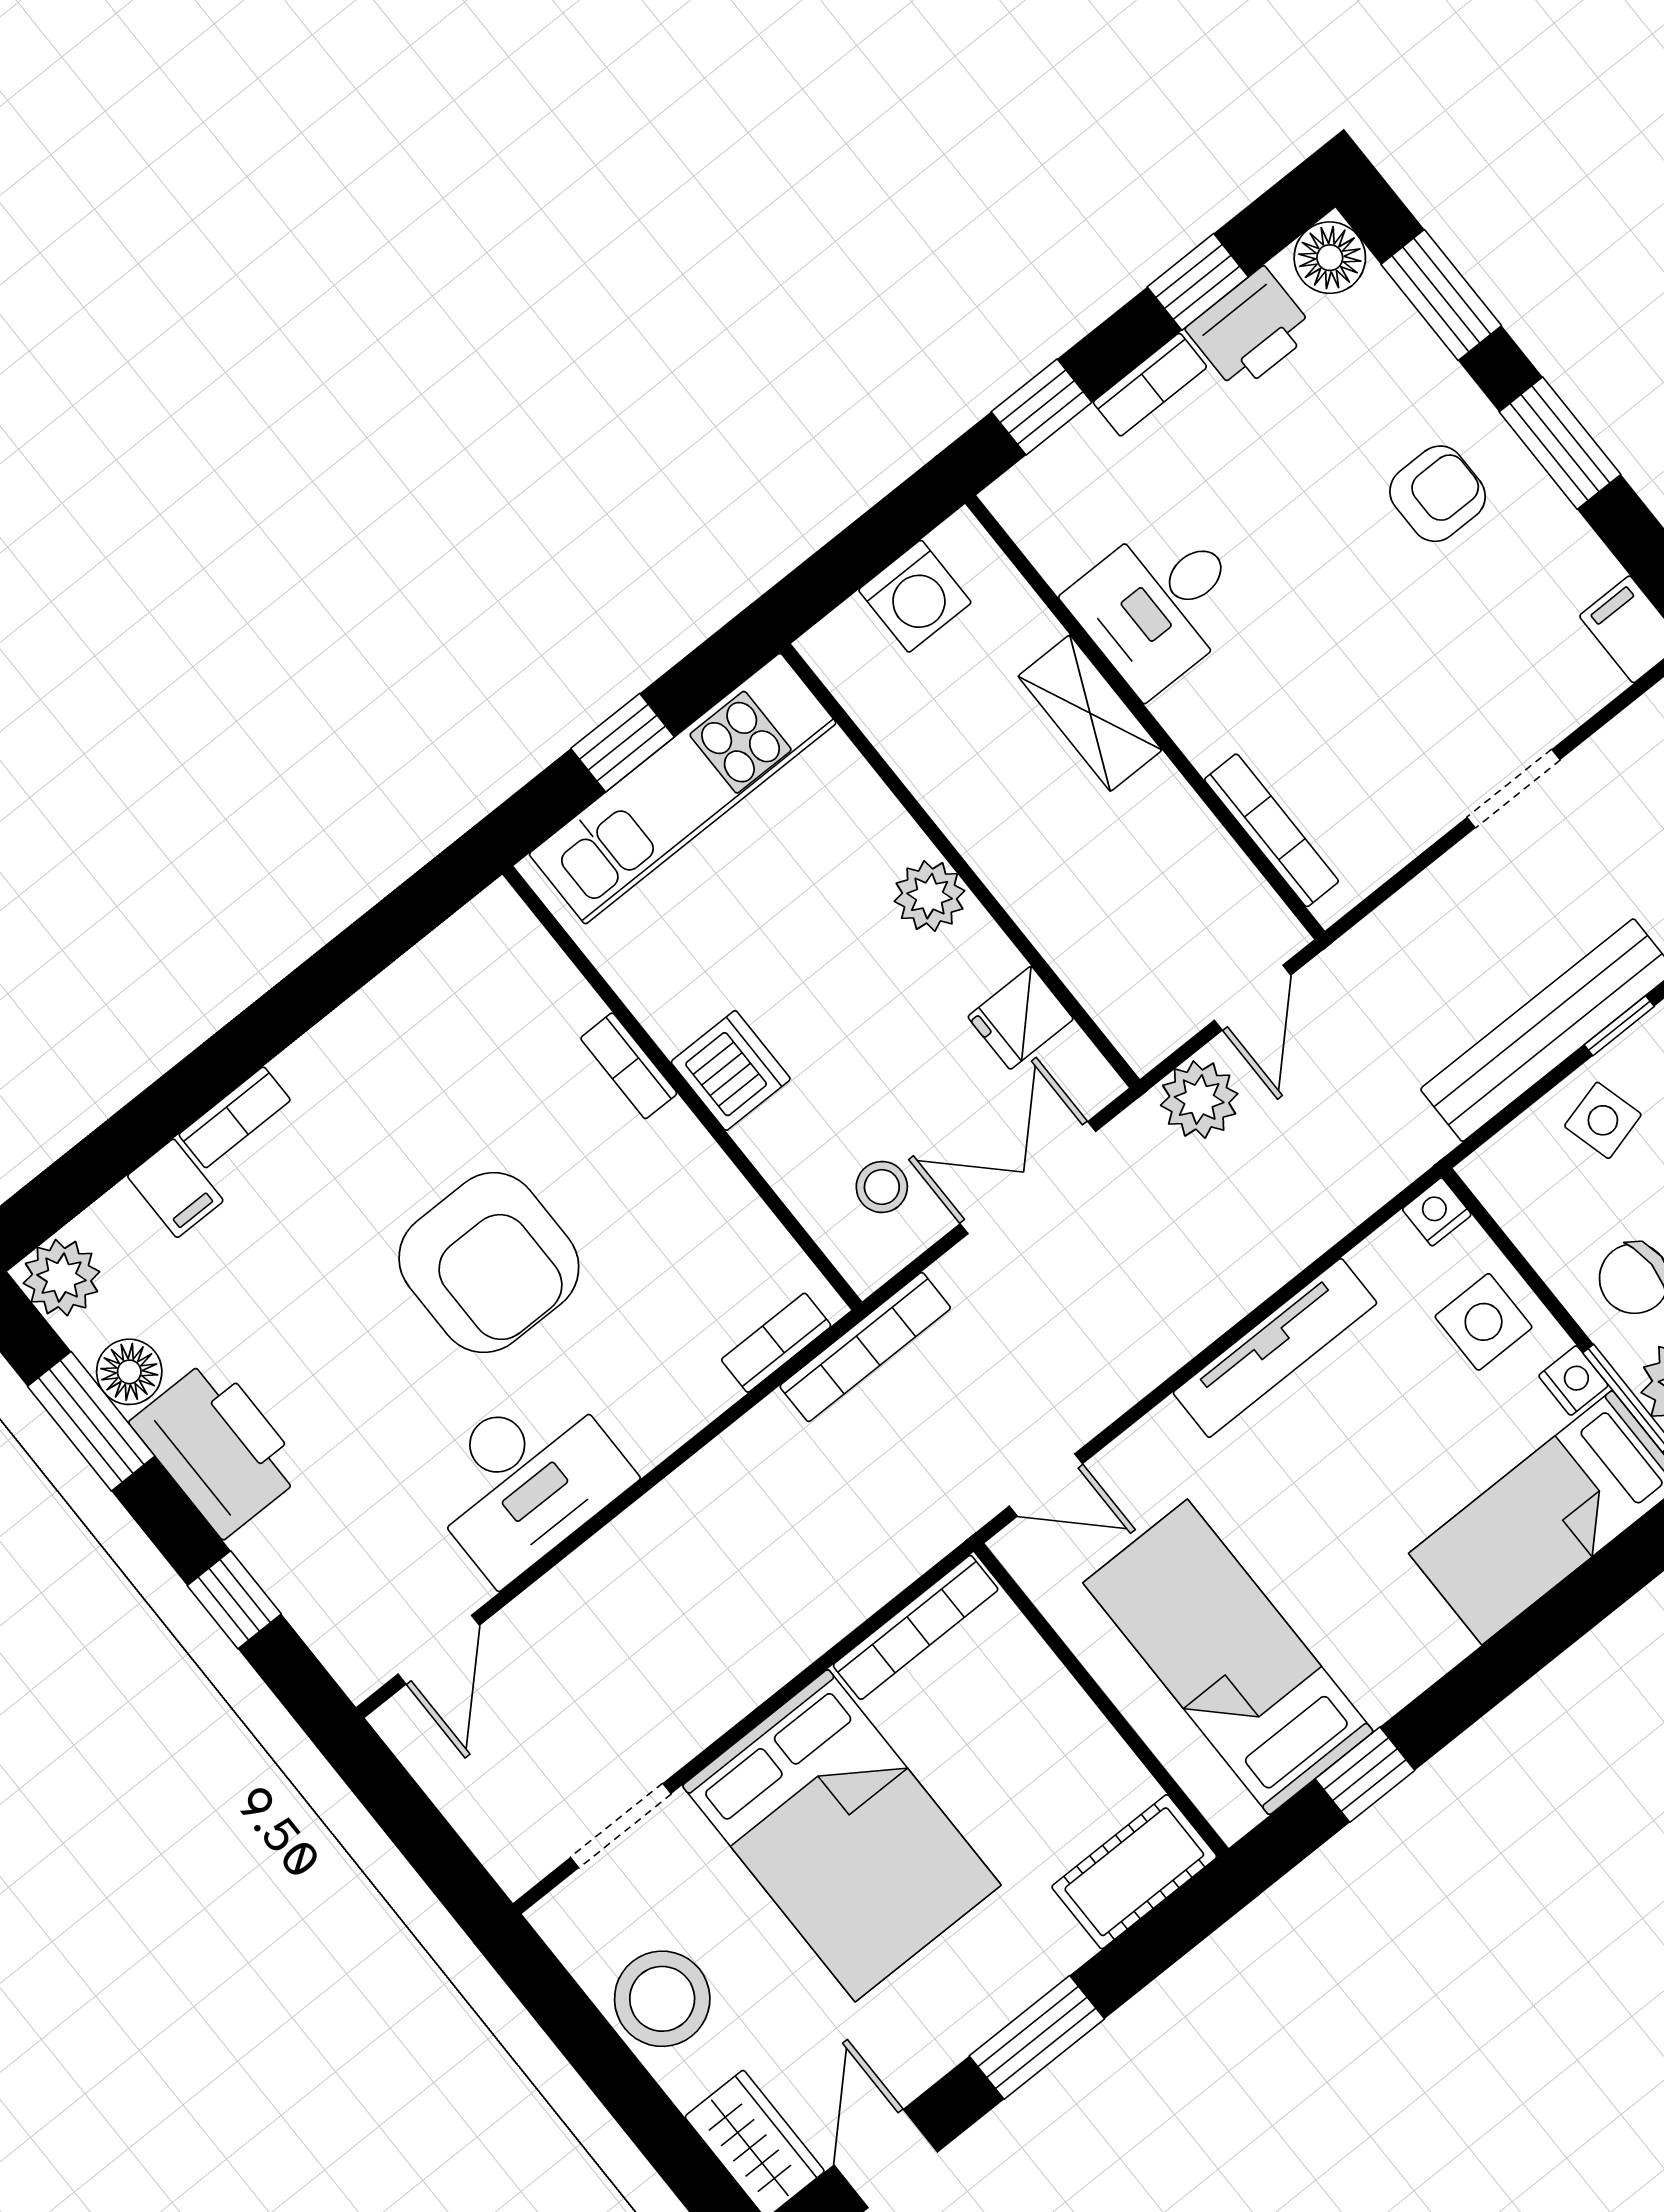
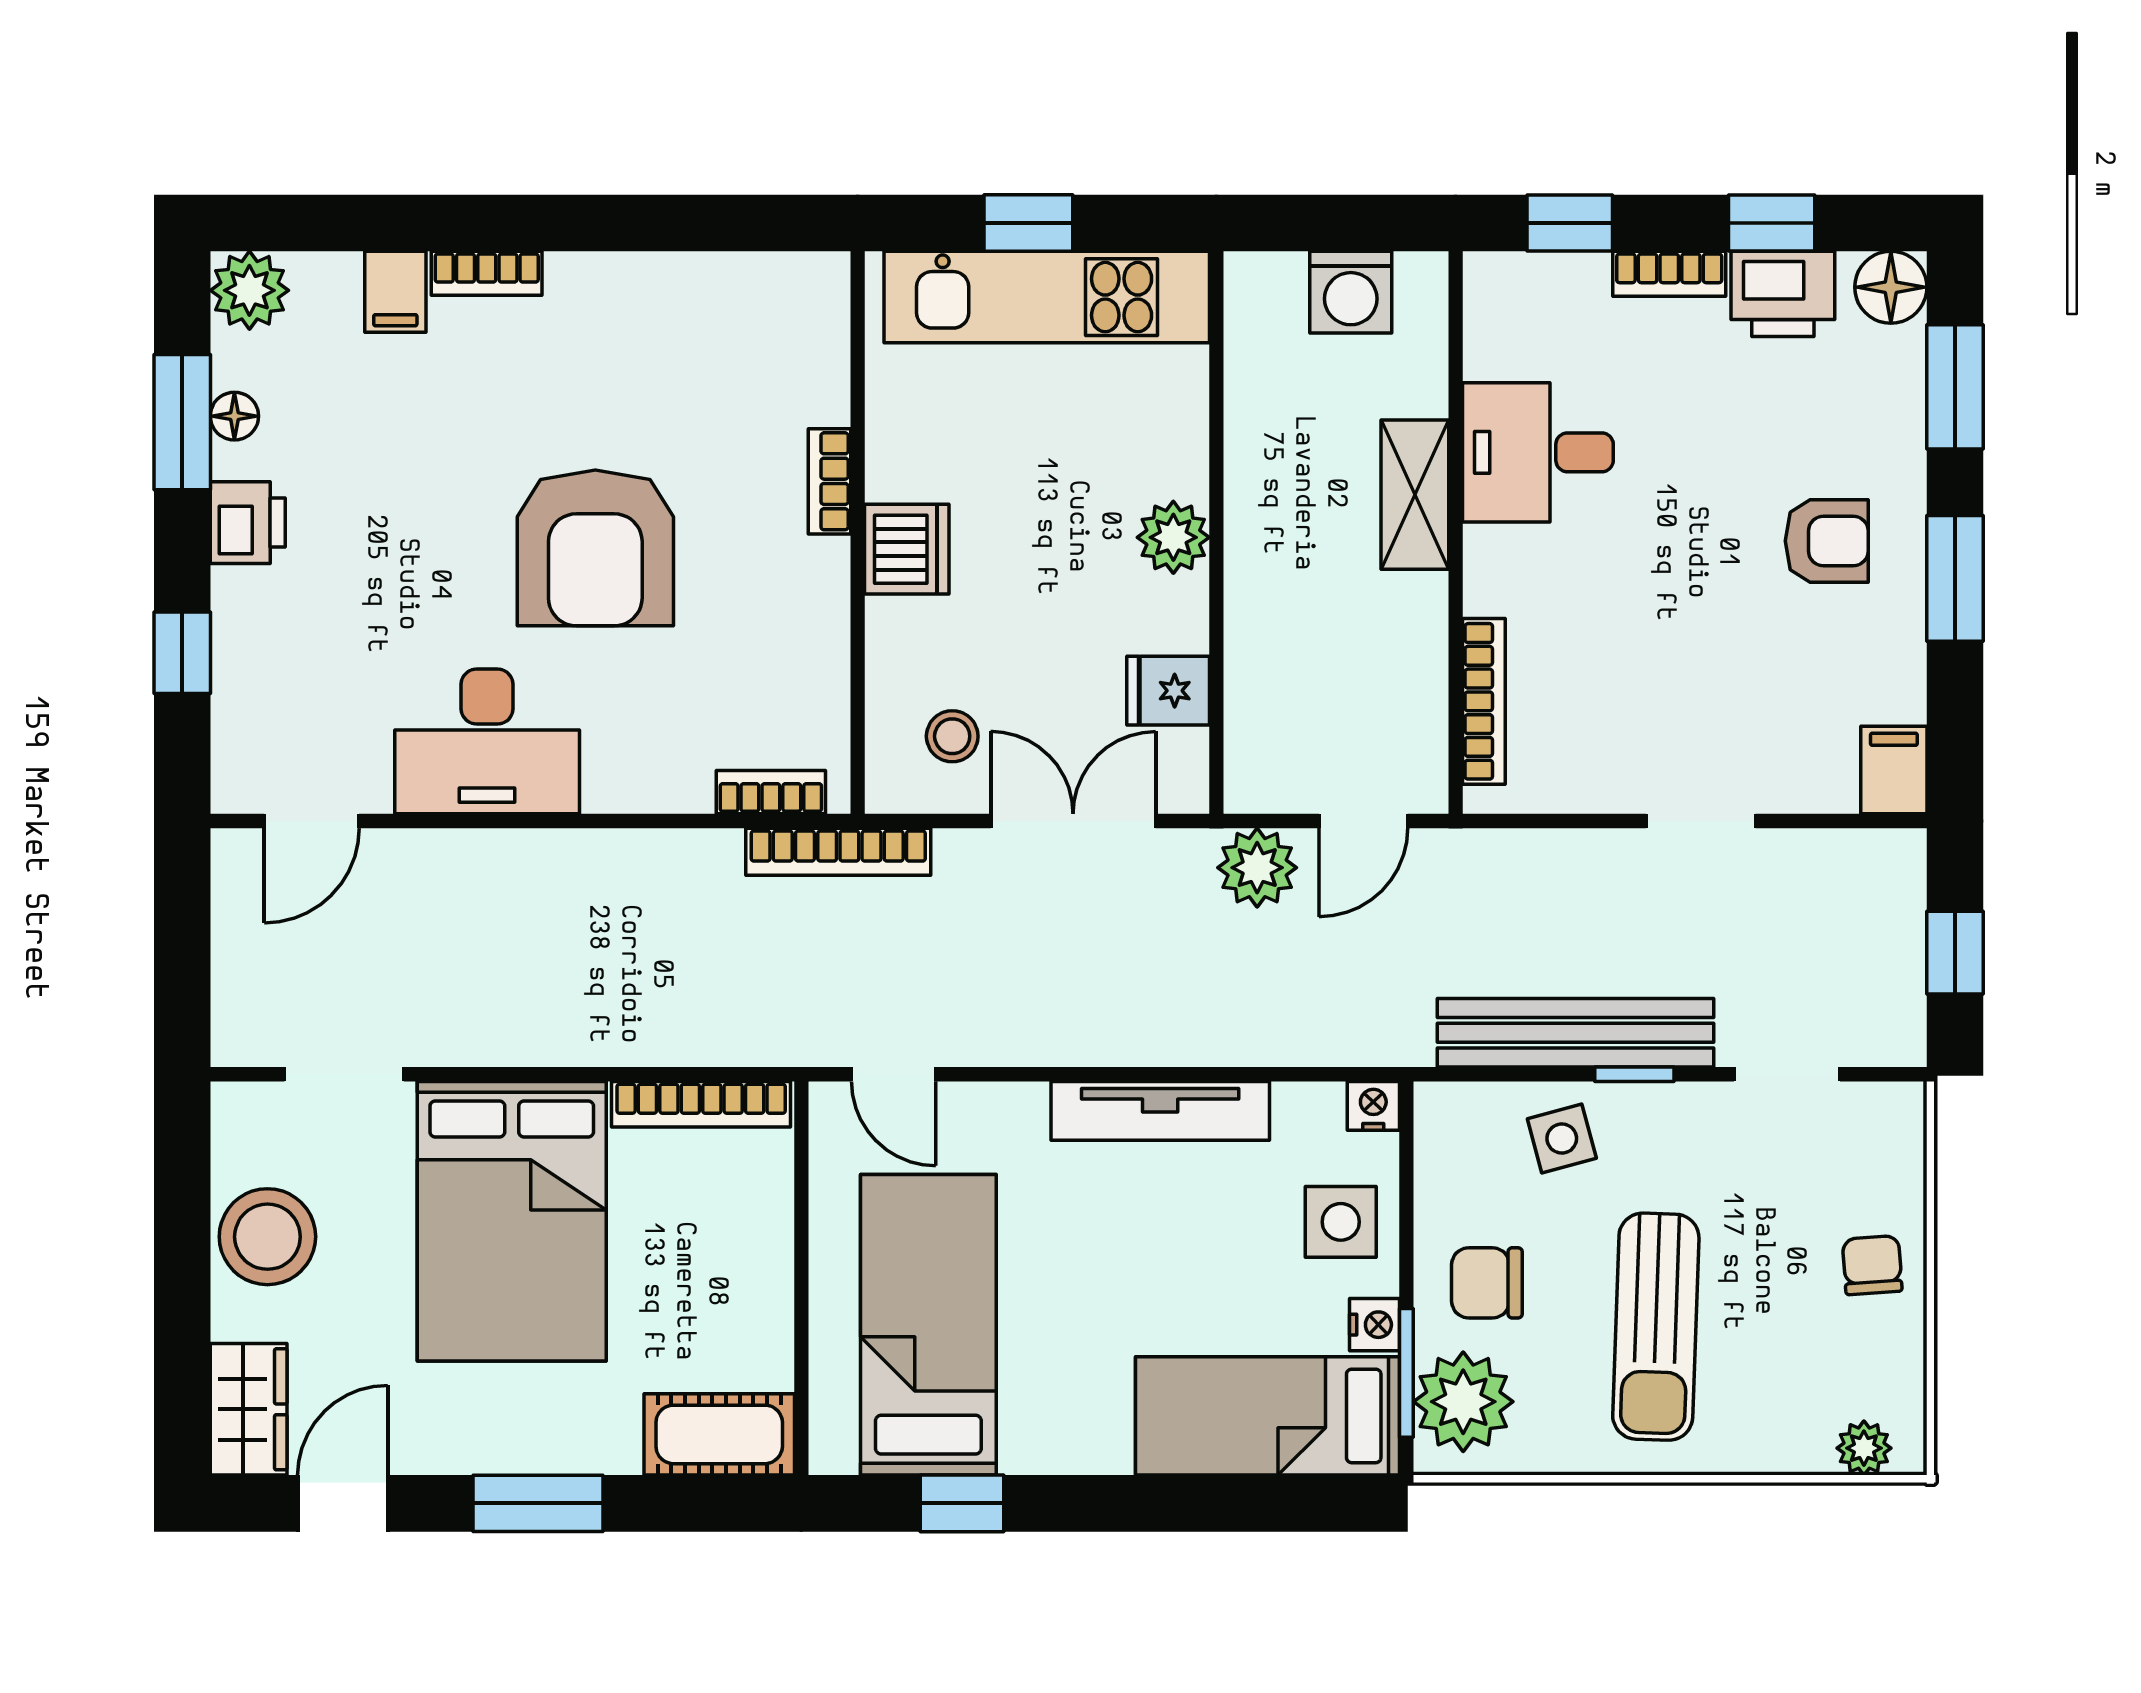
floor lamp: (129, 1372) -> (234, 416), width x0.73, depth x0.73
printer: (218, 1447) -> (248, 523), width x0.53, depth x0.68

